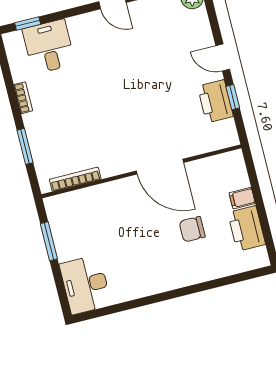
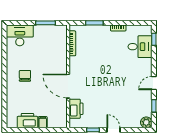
door: (223, 57) -> (113, 130), hinge flipped
printer: (215, 101) -> (76, 109), moved, turned 90
door: (160, 167) -> (68, 86), hinge flipped
chair: (192, 229) -> (25, 76), moved

